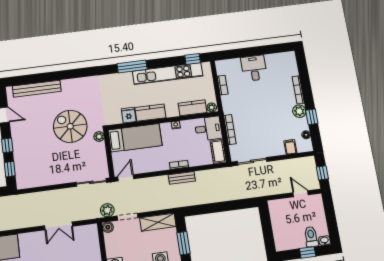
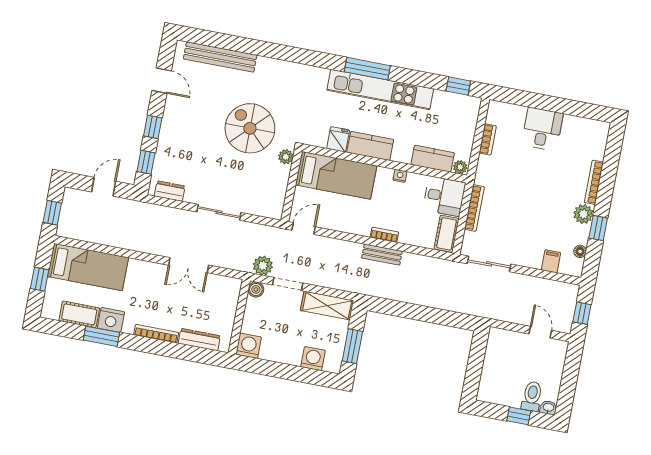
kitchen unit: (168, 74) -> (380, 89), moved
dresser: (31, 182) -> (170, 191), added
sliding door: (91, 182) -> (219, 212), moved

